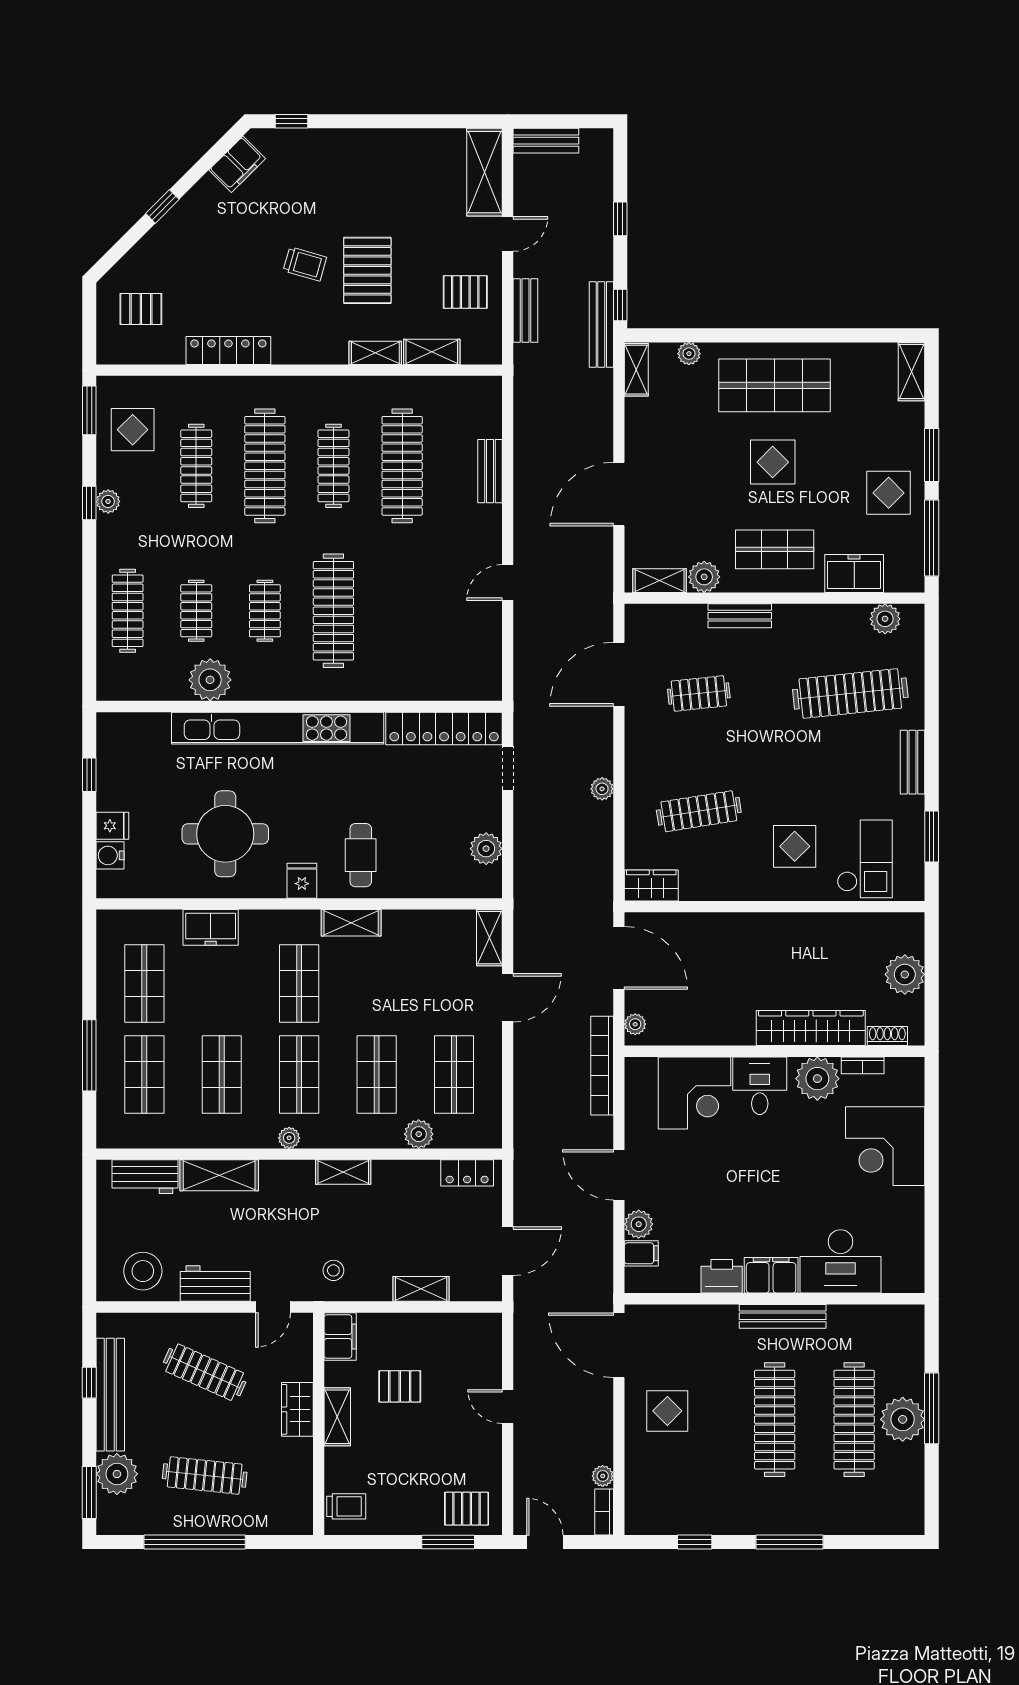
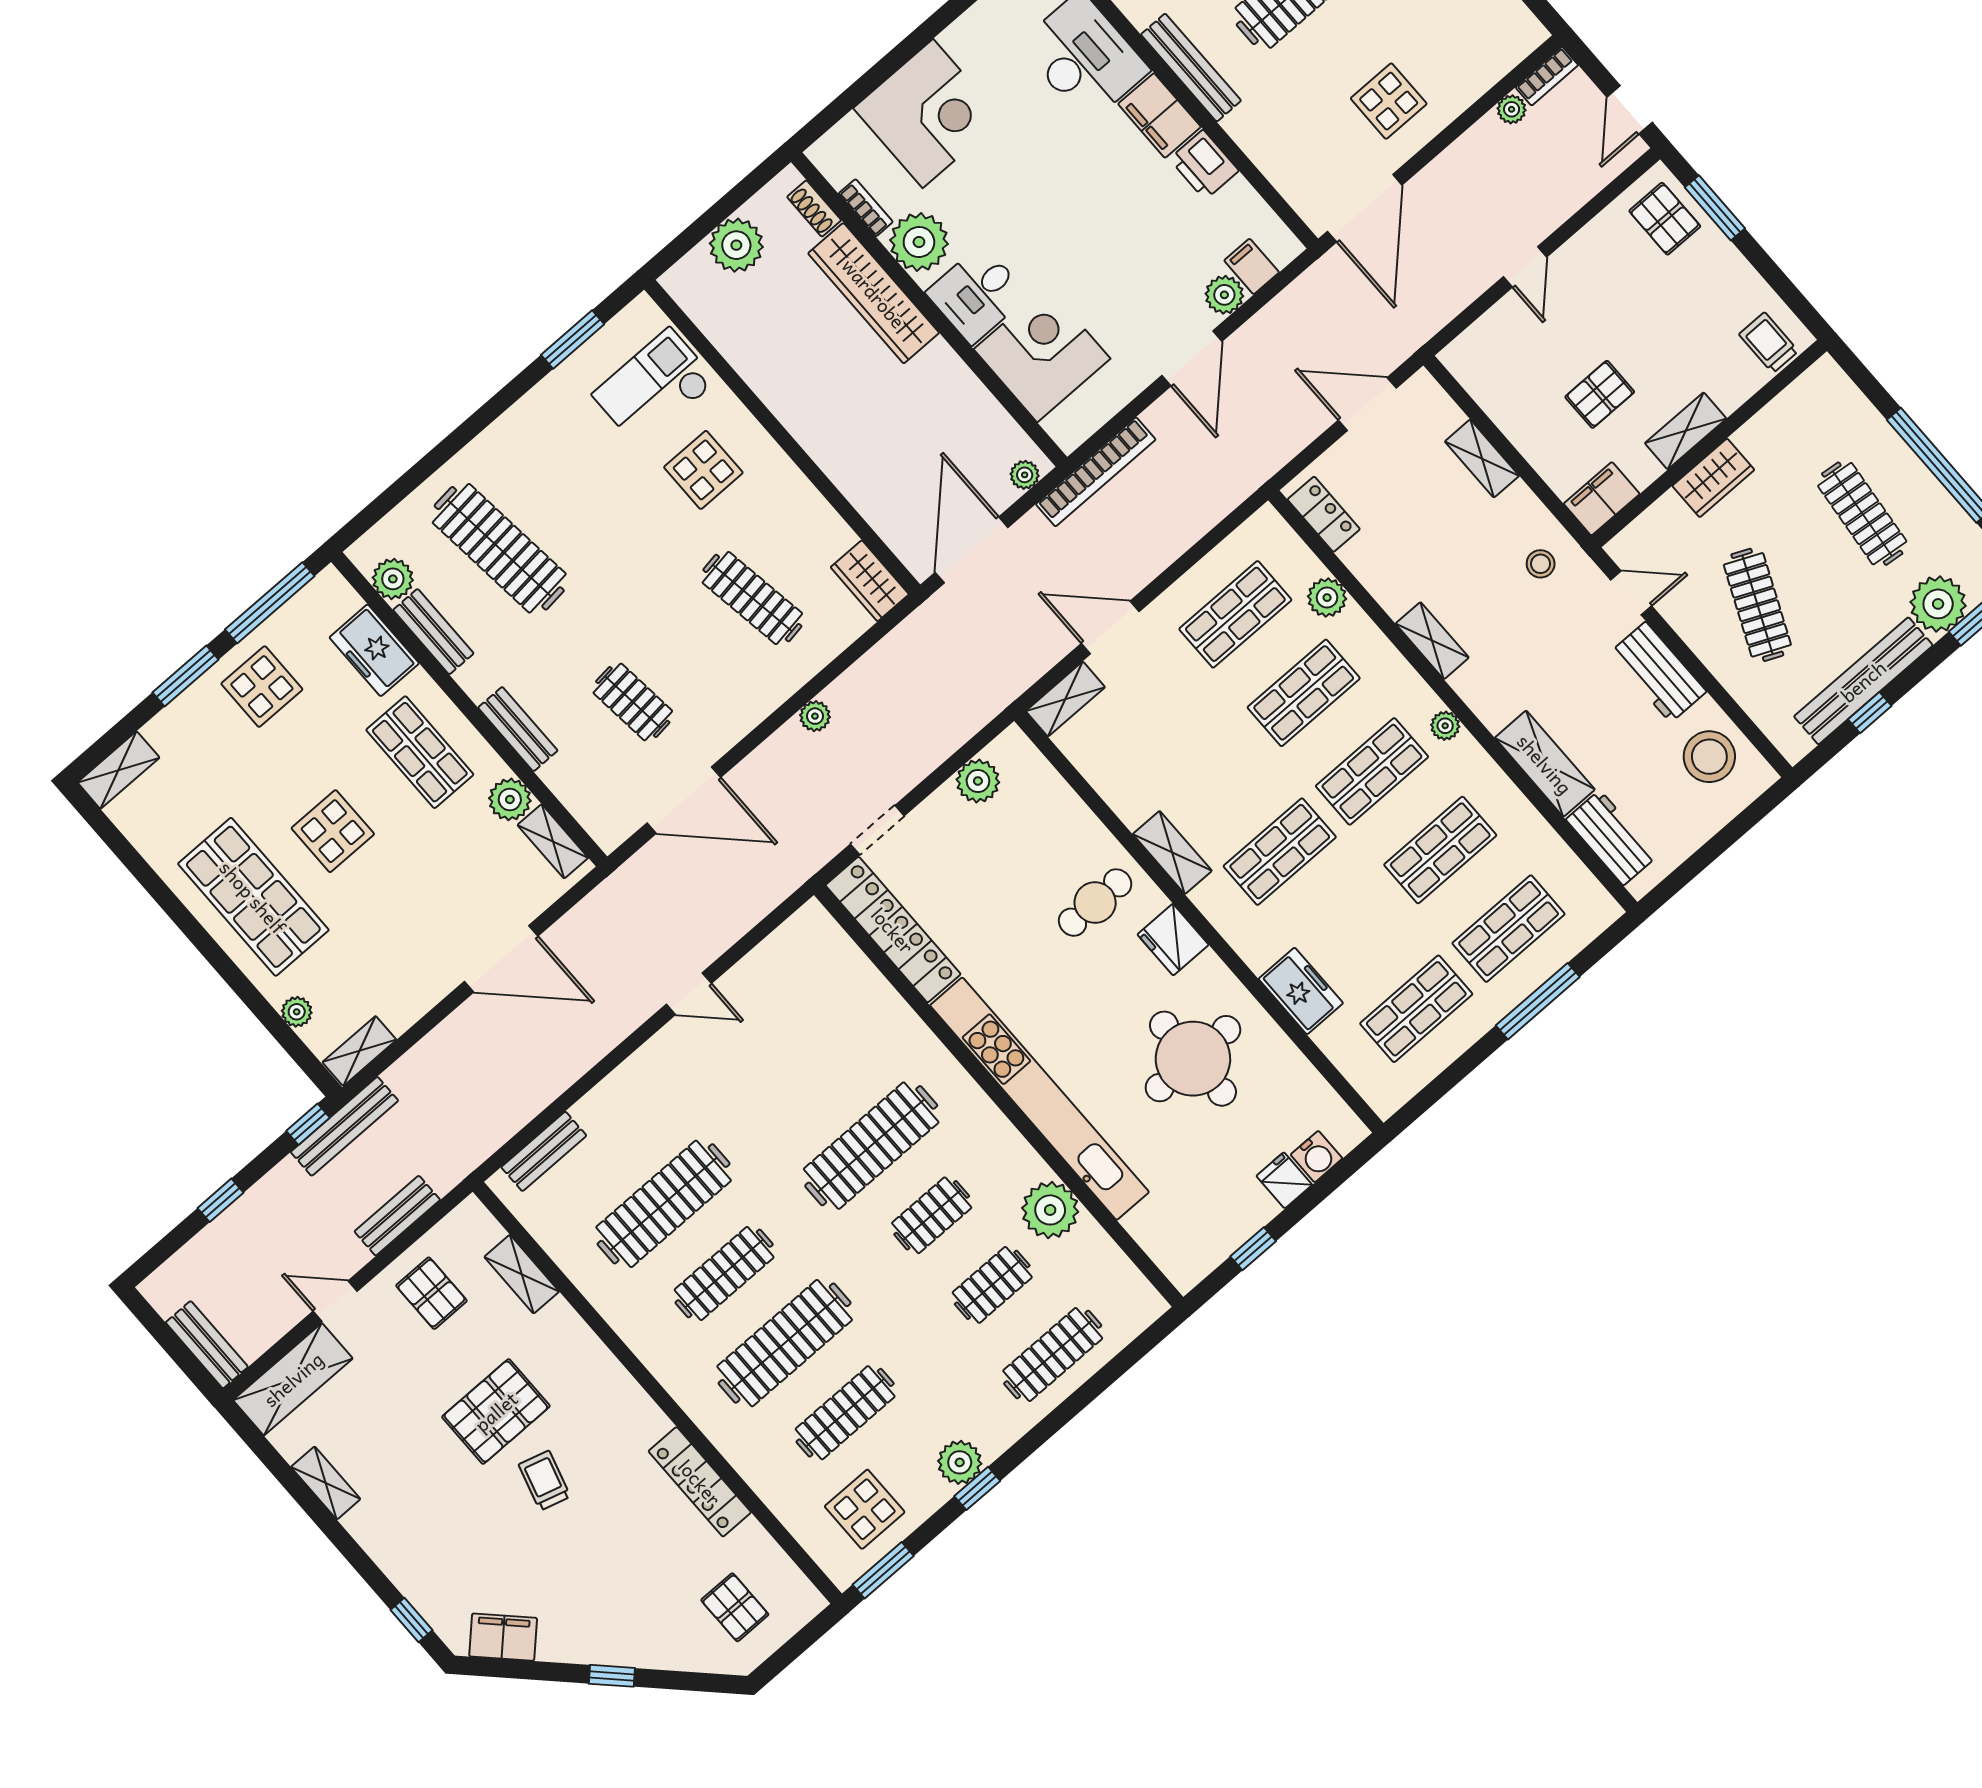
shelving: (375, 353) -> (326, 1483), moved
bench: (490, 471) -> (544, 1151), moved
plant: (108, 501) -> (960, 1462), width x1.38, depth x1.38
bench: (913, 762) -> (433, 632), moved, turned 90
fridge: (302, 881) -> (1173, 940), width x1.38
pallet: (400, 1386) -> (1600, 394), turned 90

